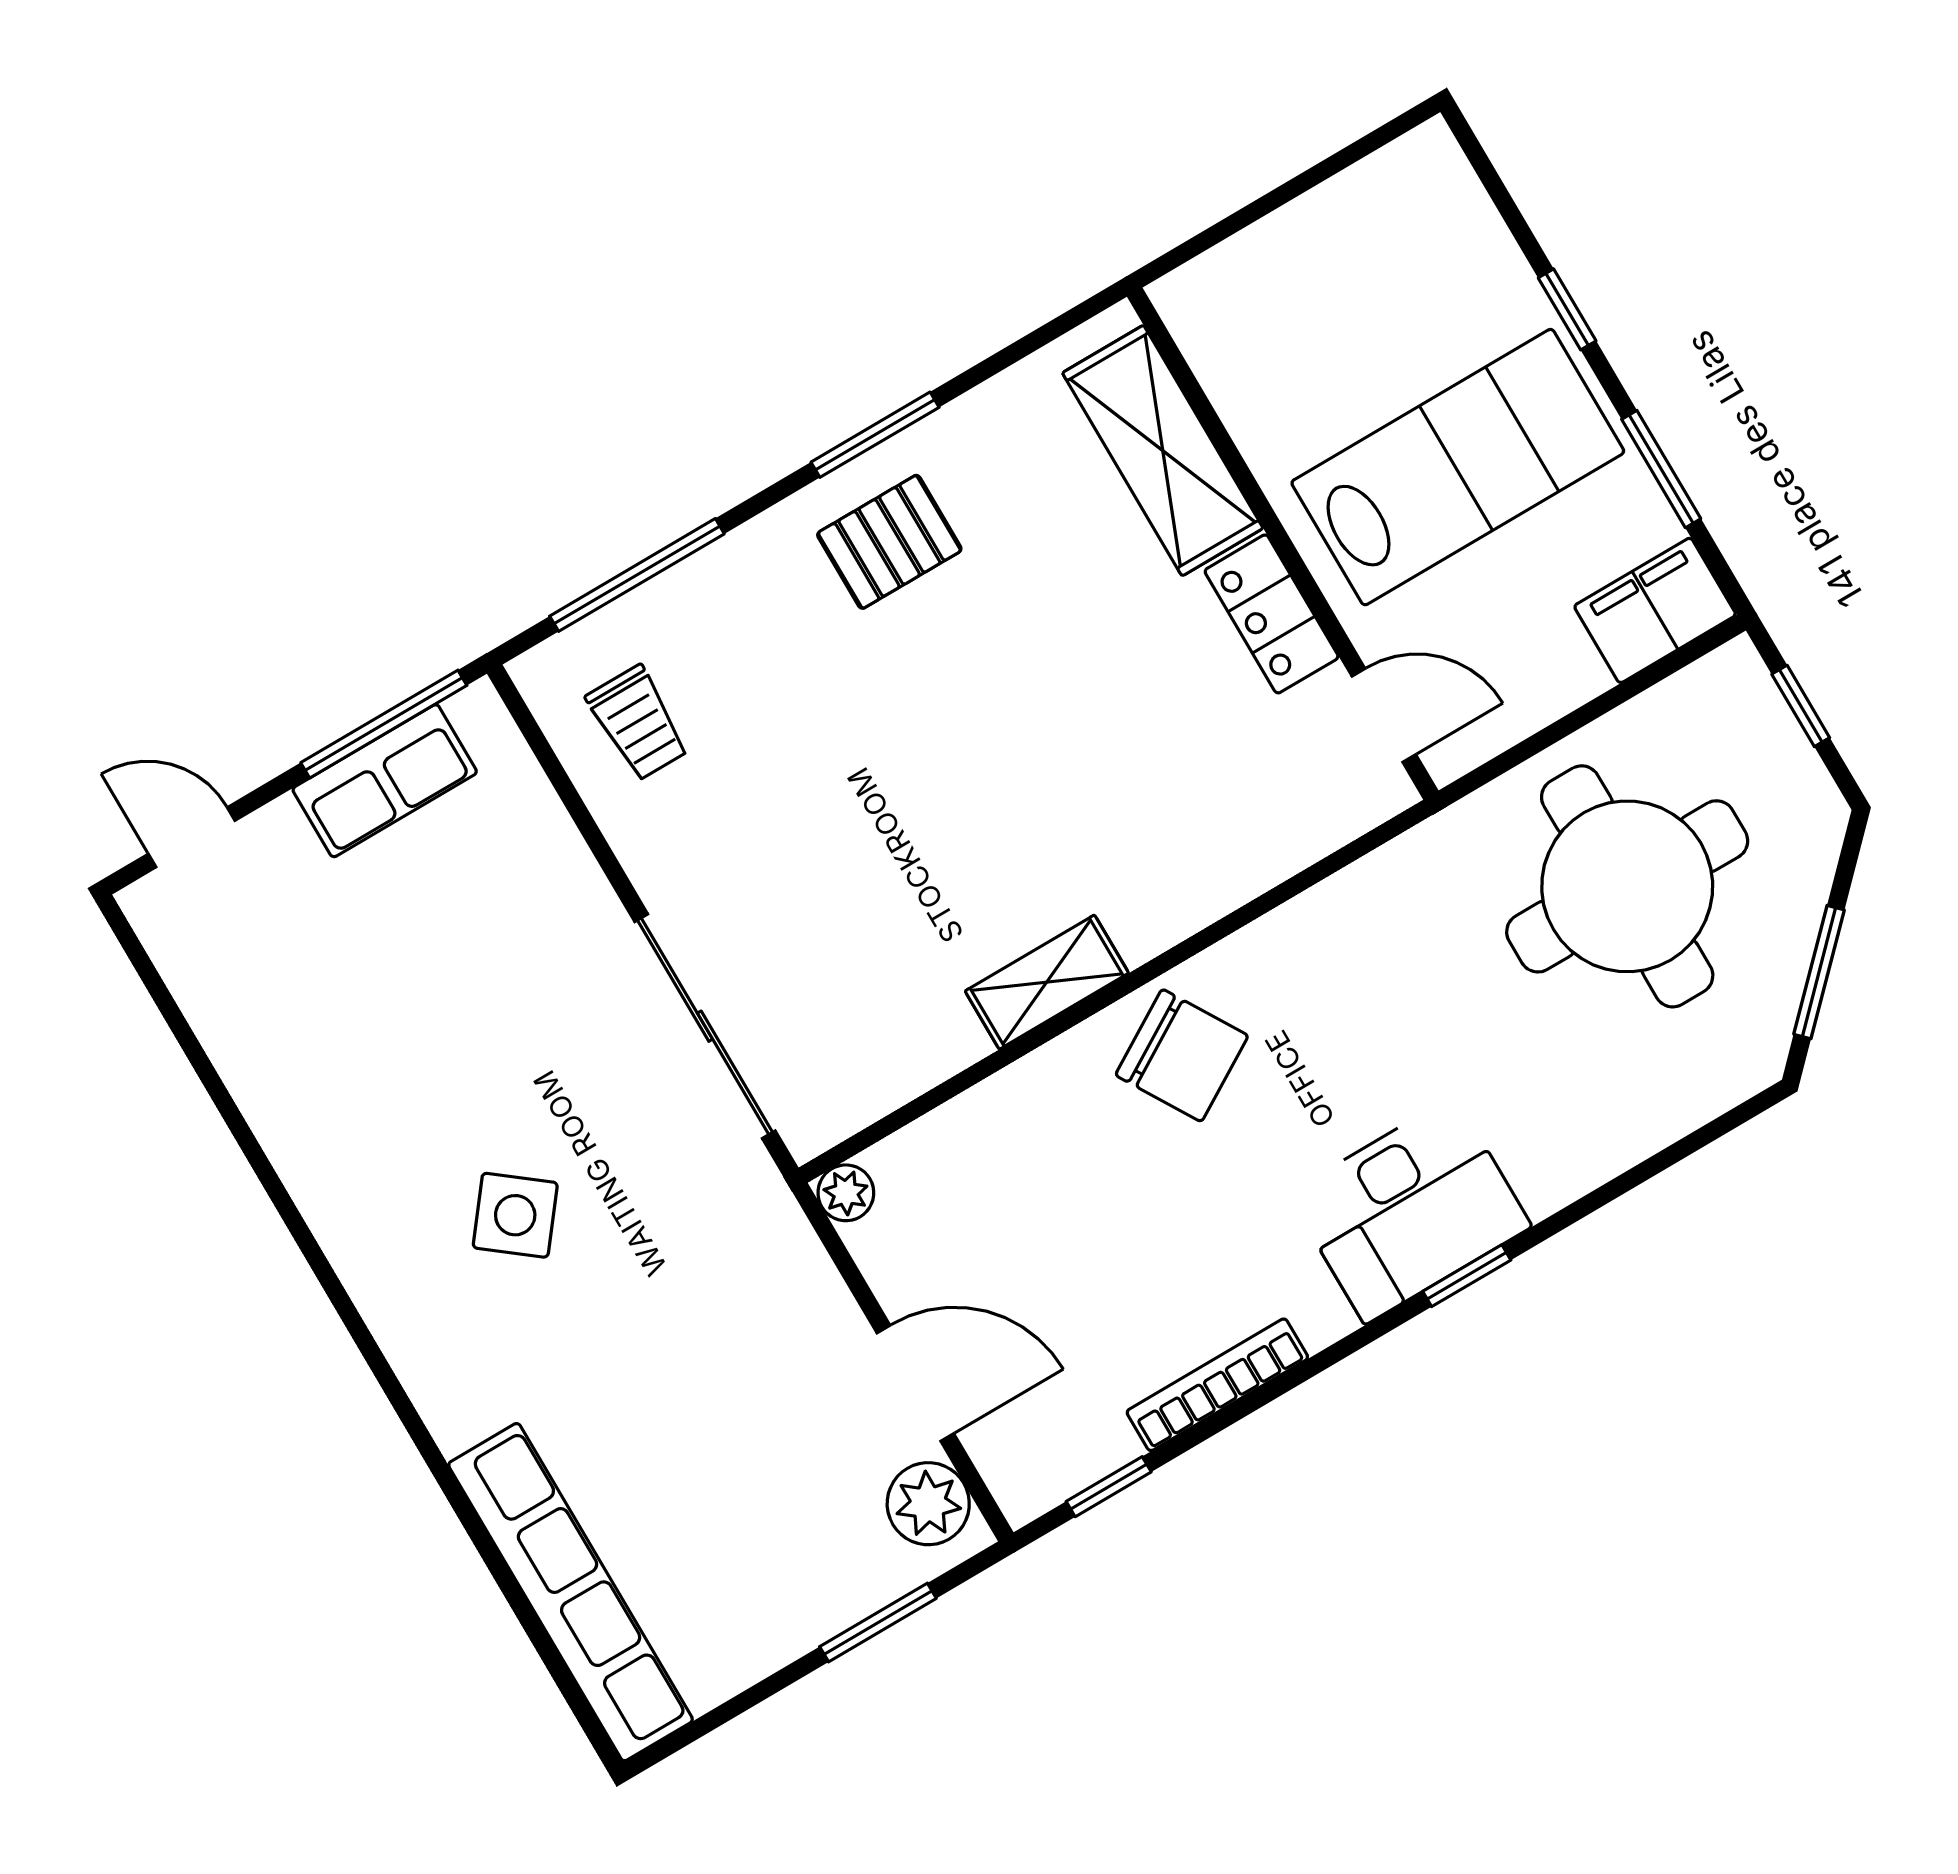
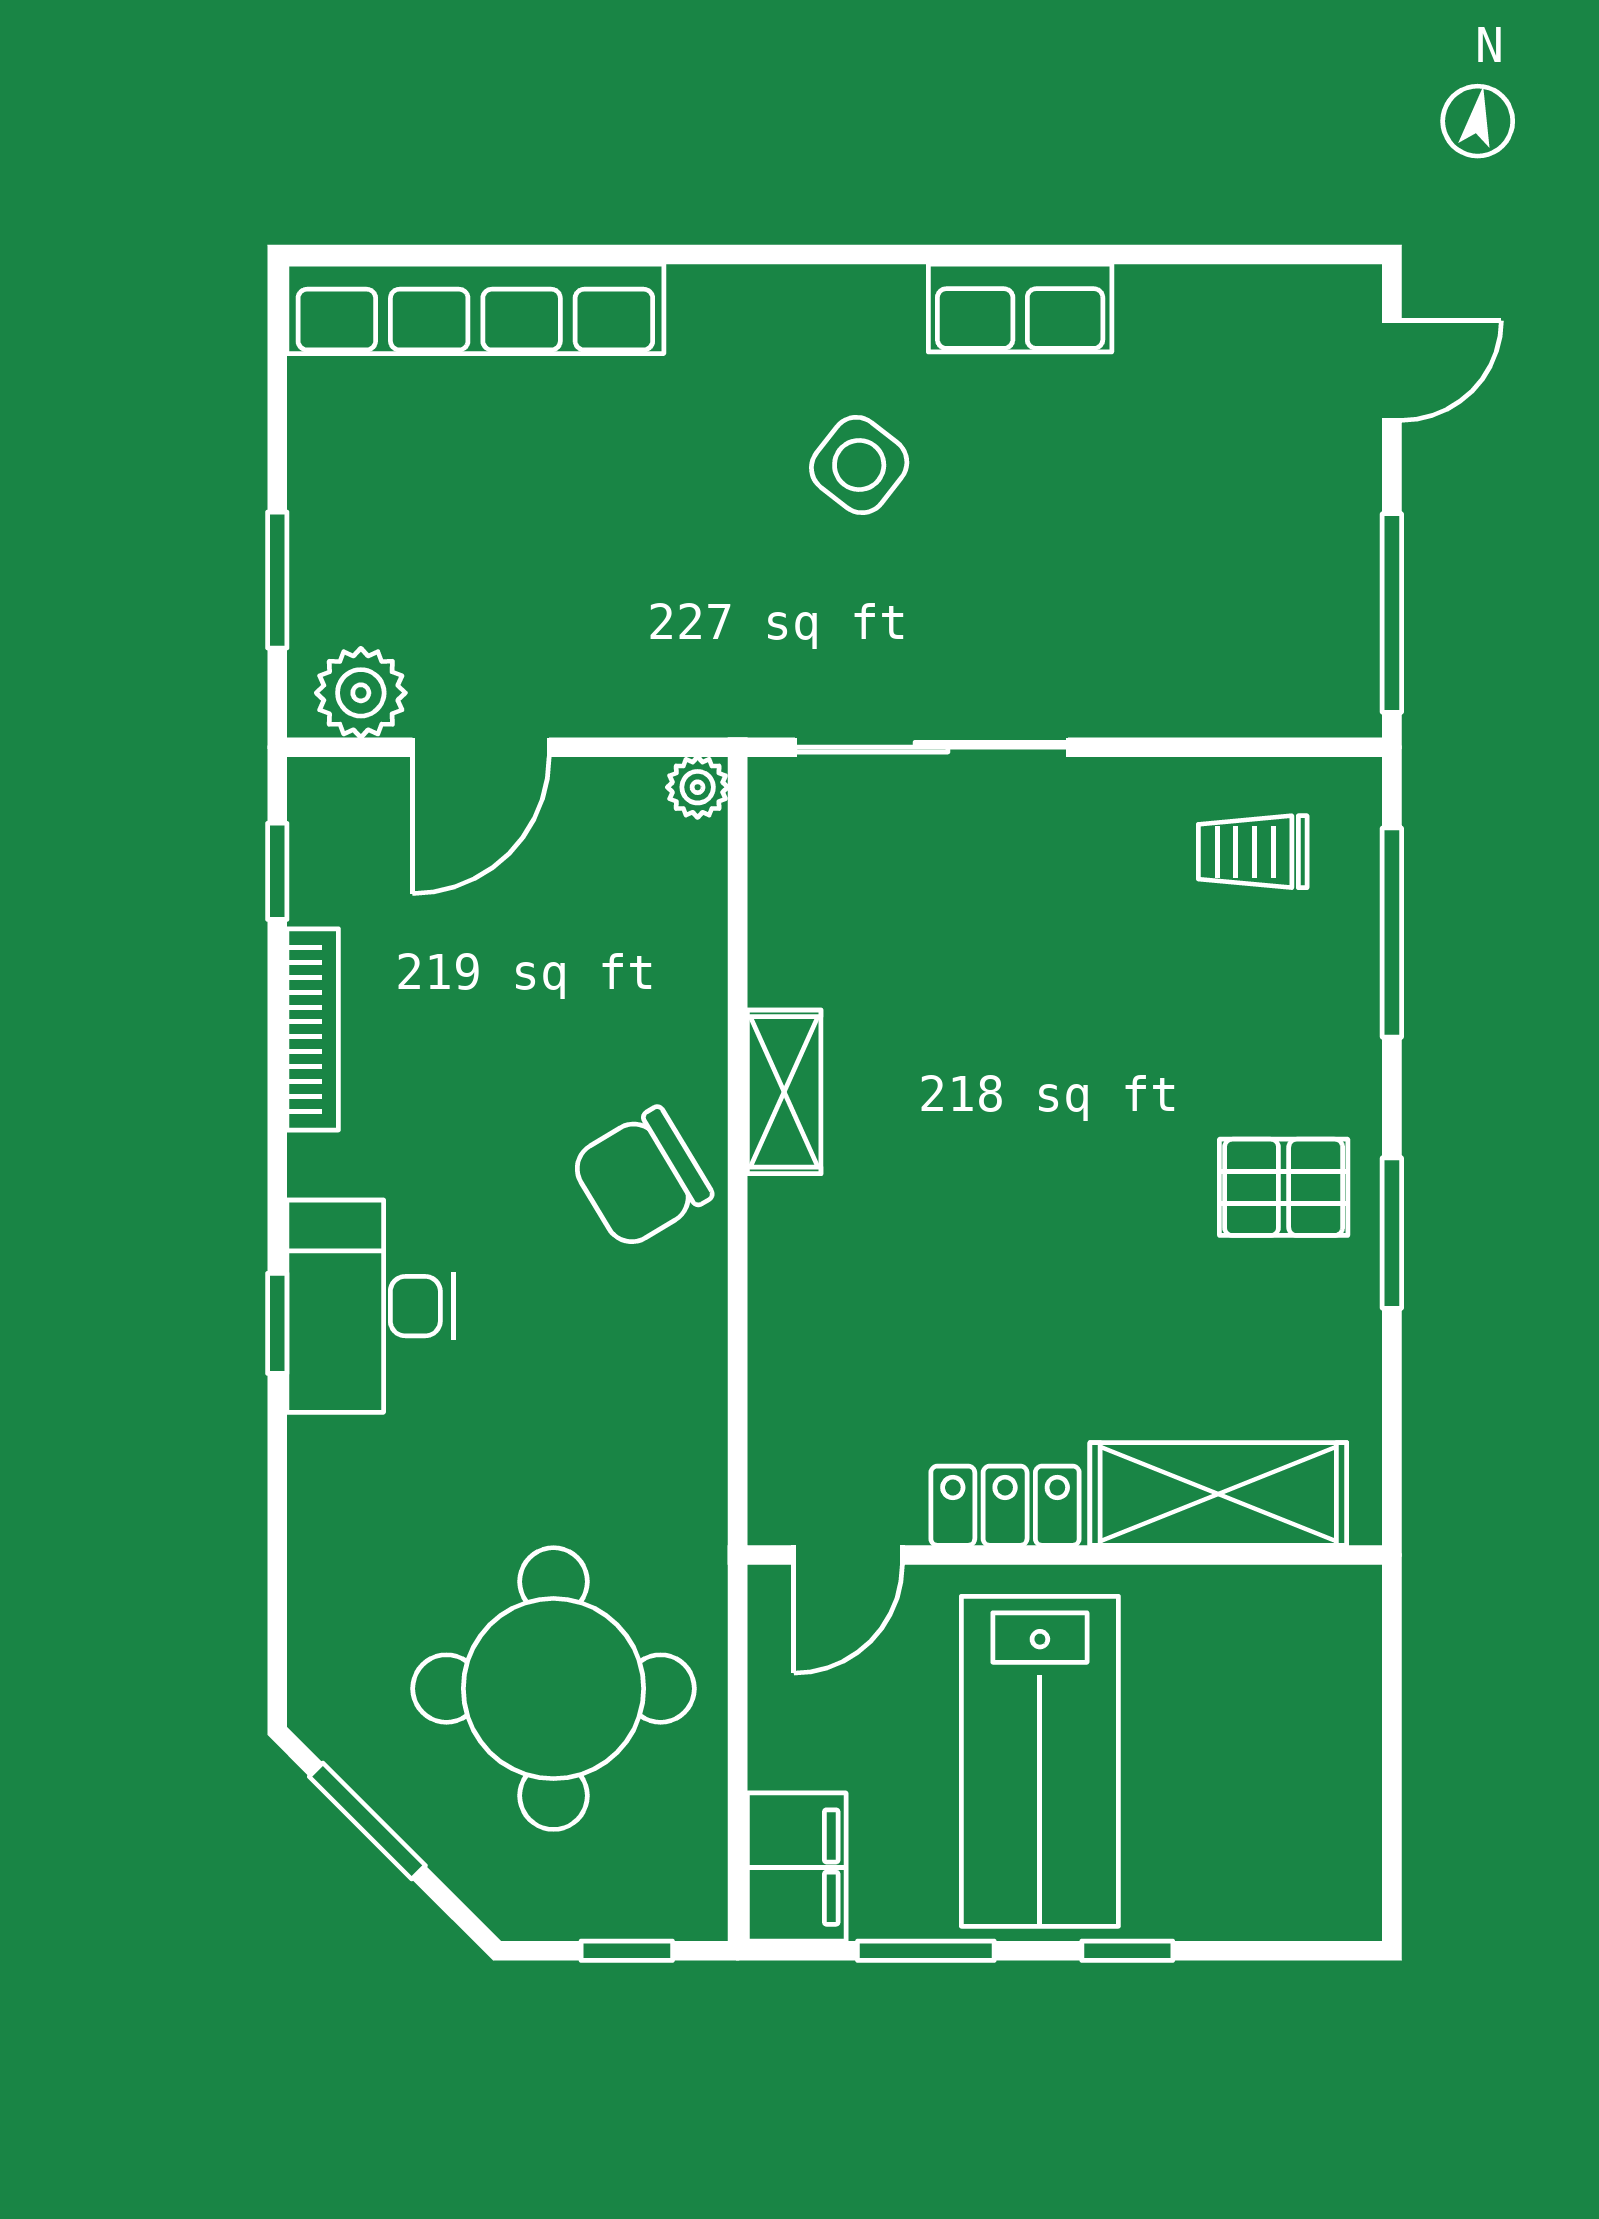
pallet: (889, 542) -> (1284, 1187), turned 90
row of seats: (385, 781) -> (1020, 308), moved, turned -90

